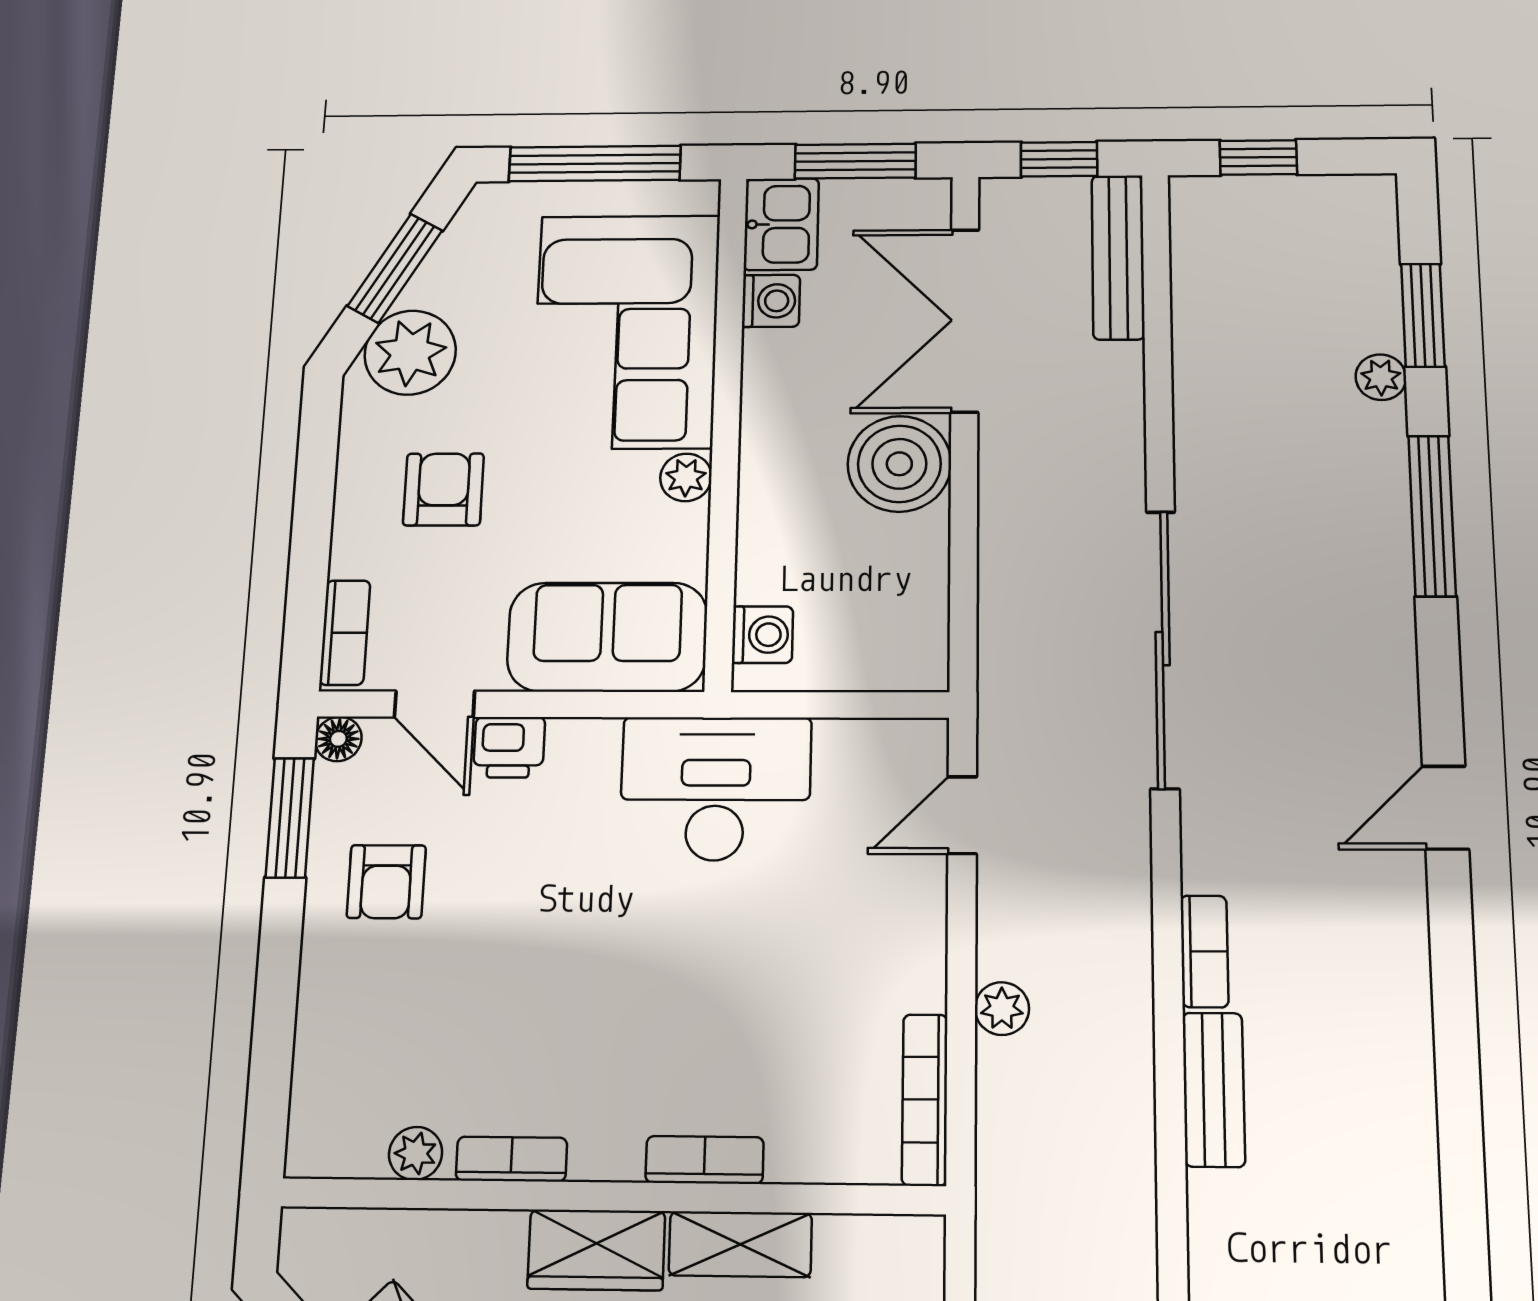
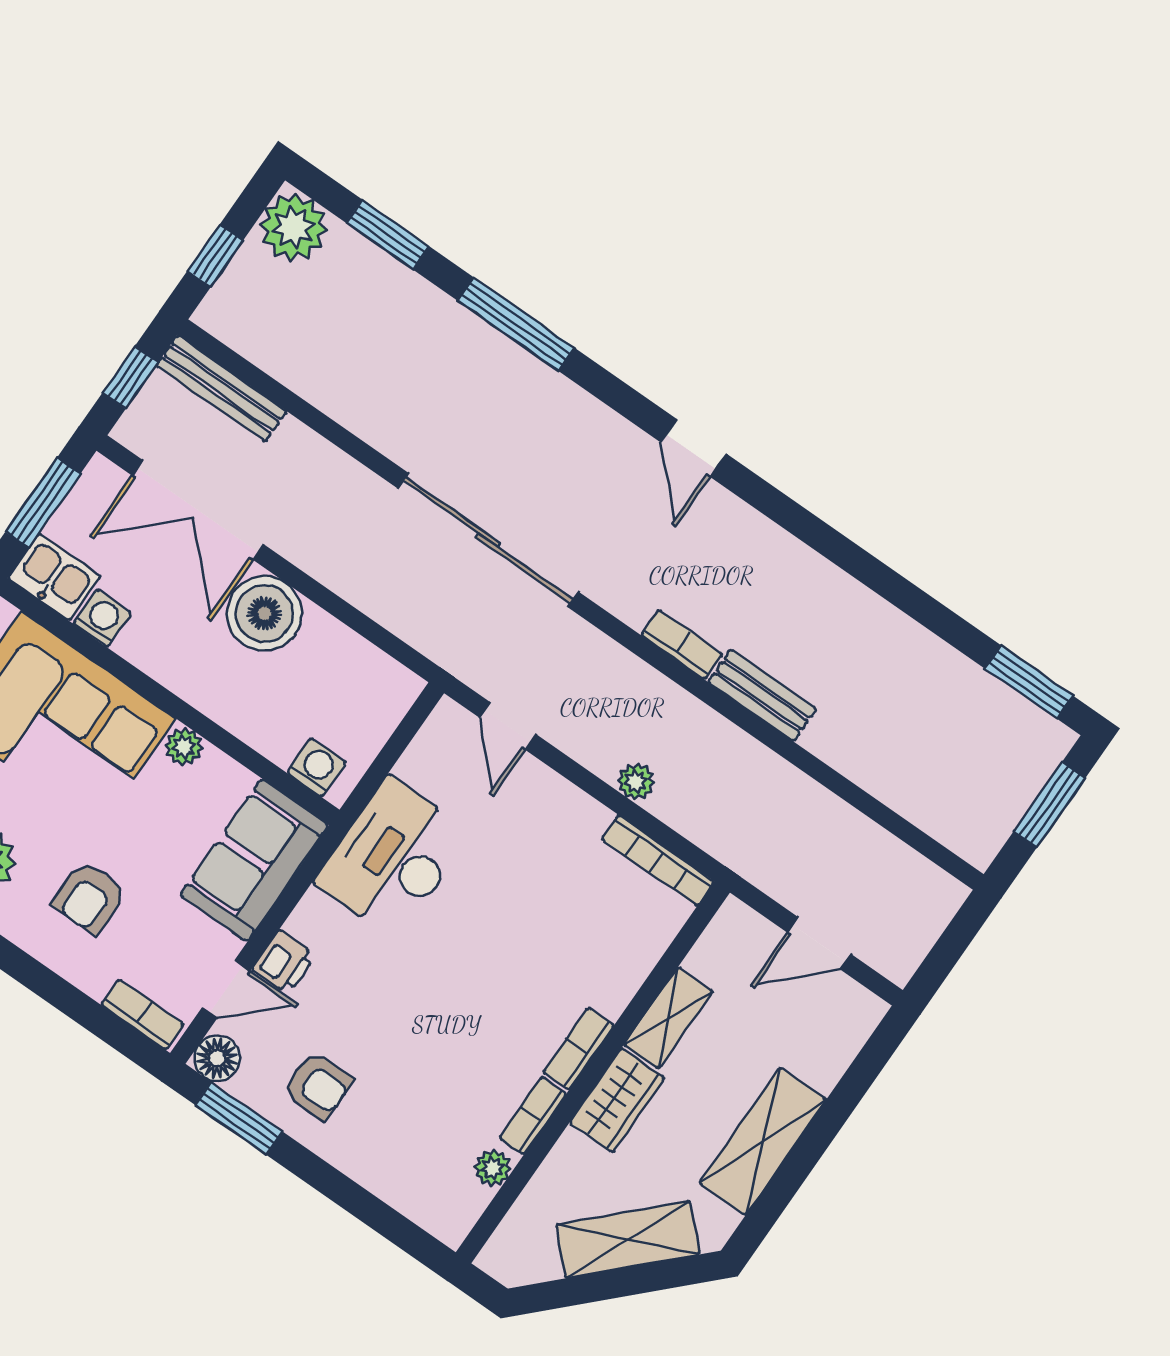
plant: (1381, 377) -> (293, 227), moved, width x1.88, depth x1.88
armchair: (443, 489) -> (89, 898), turned -90
floor lamp: (338, 739) -> (217, 1058), width x1.37, depth x1.37
bookcase: (705, 1160) -> (579, 1049), moved

